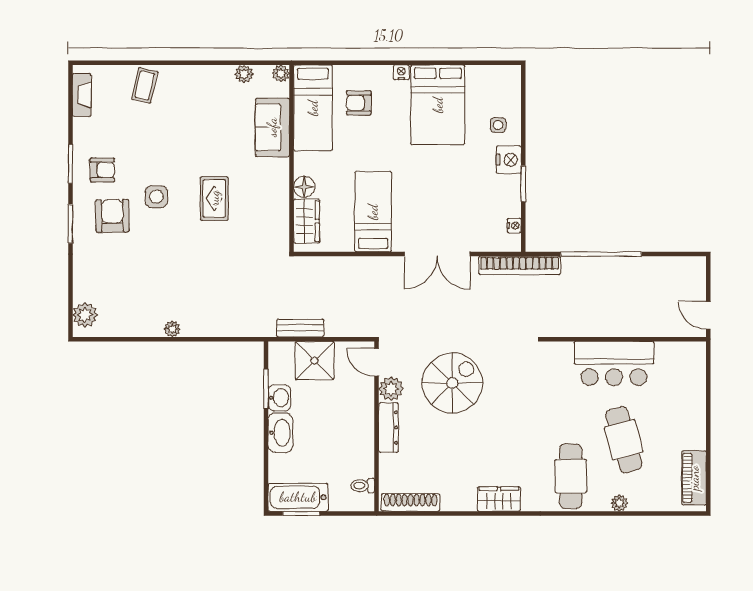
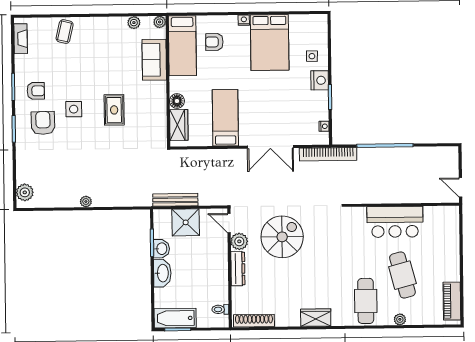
bench: (300, 328) -> (175, 200), width x1.36

